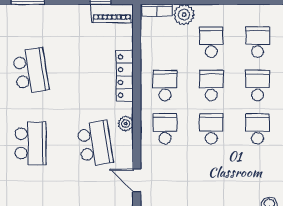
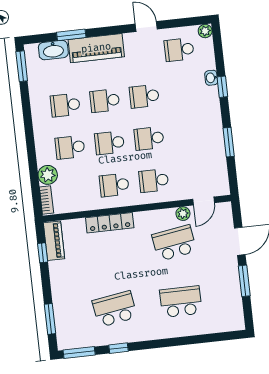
plant: (126, 124) -> (183, 214), moved

